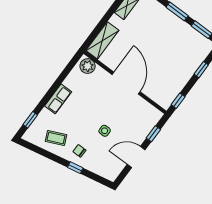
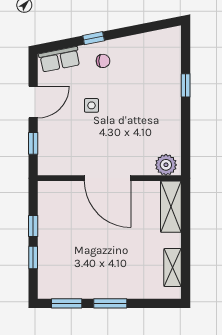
row of seats: (58, 99) -> (60, 59), moved, turned -101
window: (178, 101) -> (33, 226), moved
window: (30, 120) -> (186, 85), moved
coffee table: (56, 138) -> (141, 56), removed

